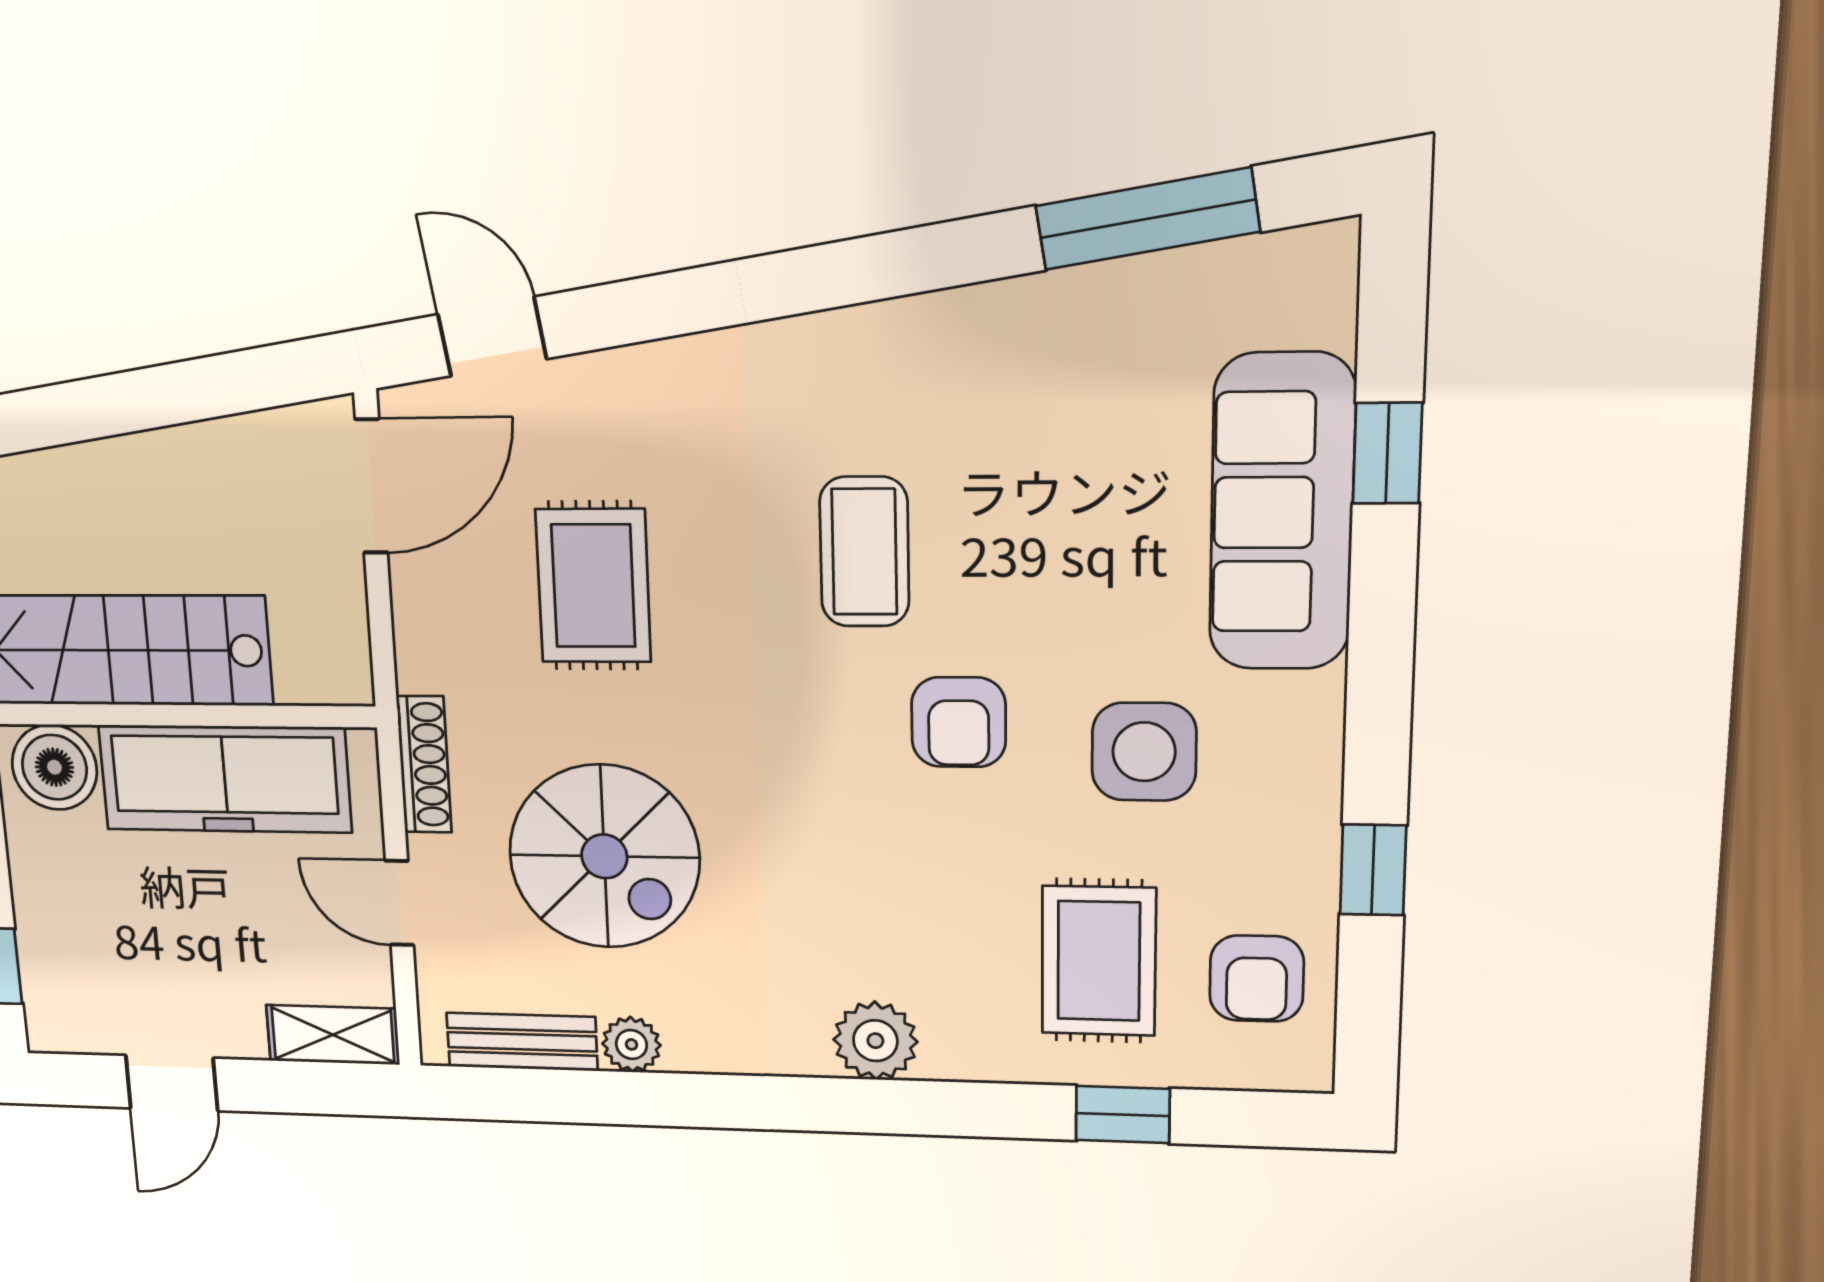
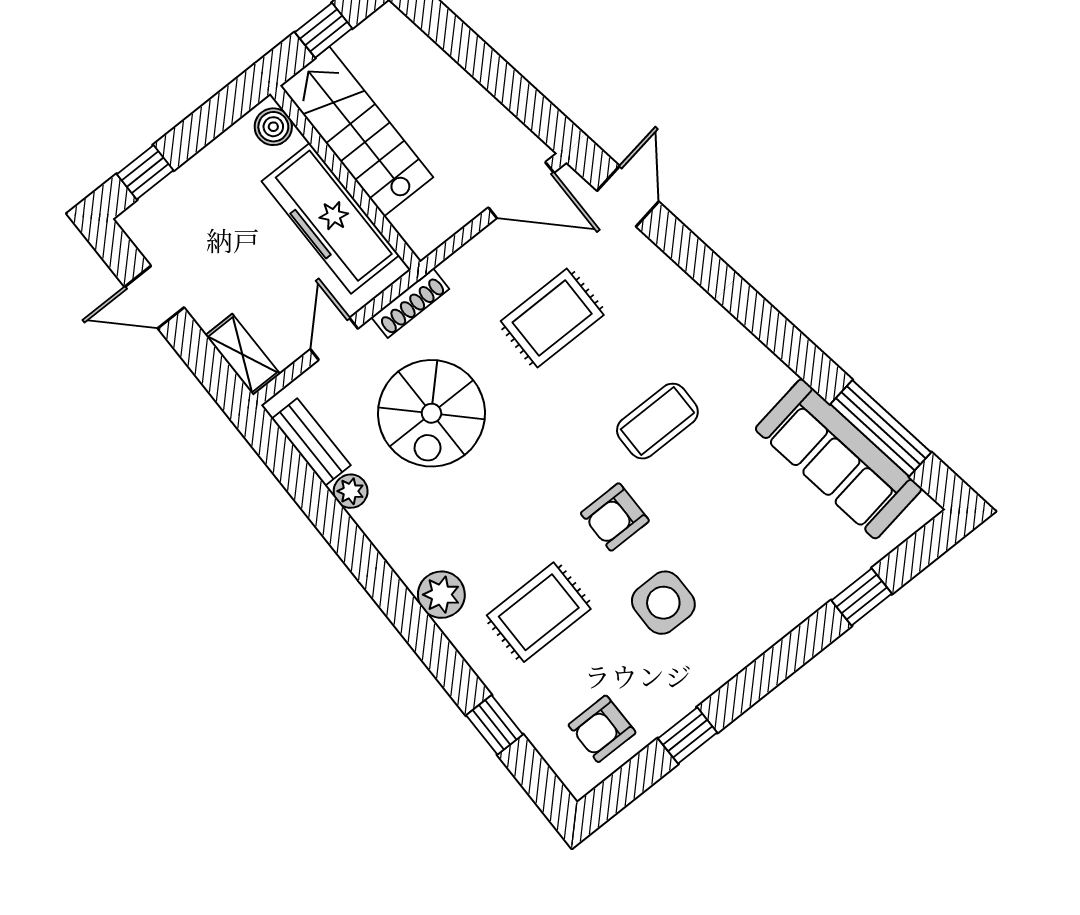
sofa: (1282, 512) -> (838, 459), moved, turned -99
boiler: (54, 767) -> (273, 127), width x0.73, depth x0.73
rug: (1099, 961) -> (539, 612), moved

